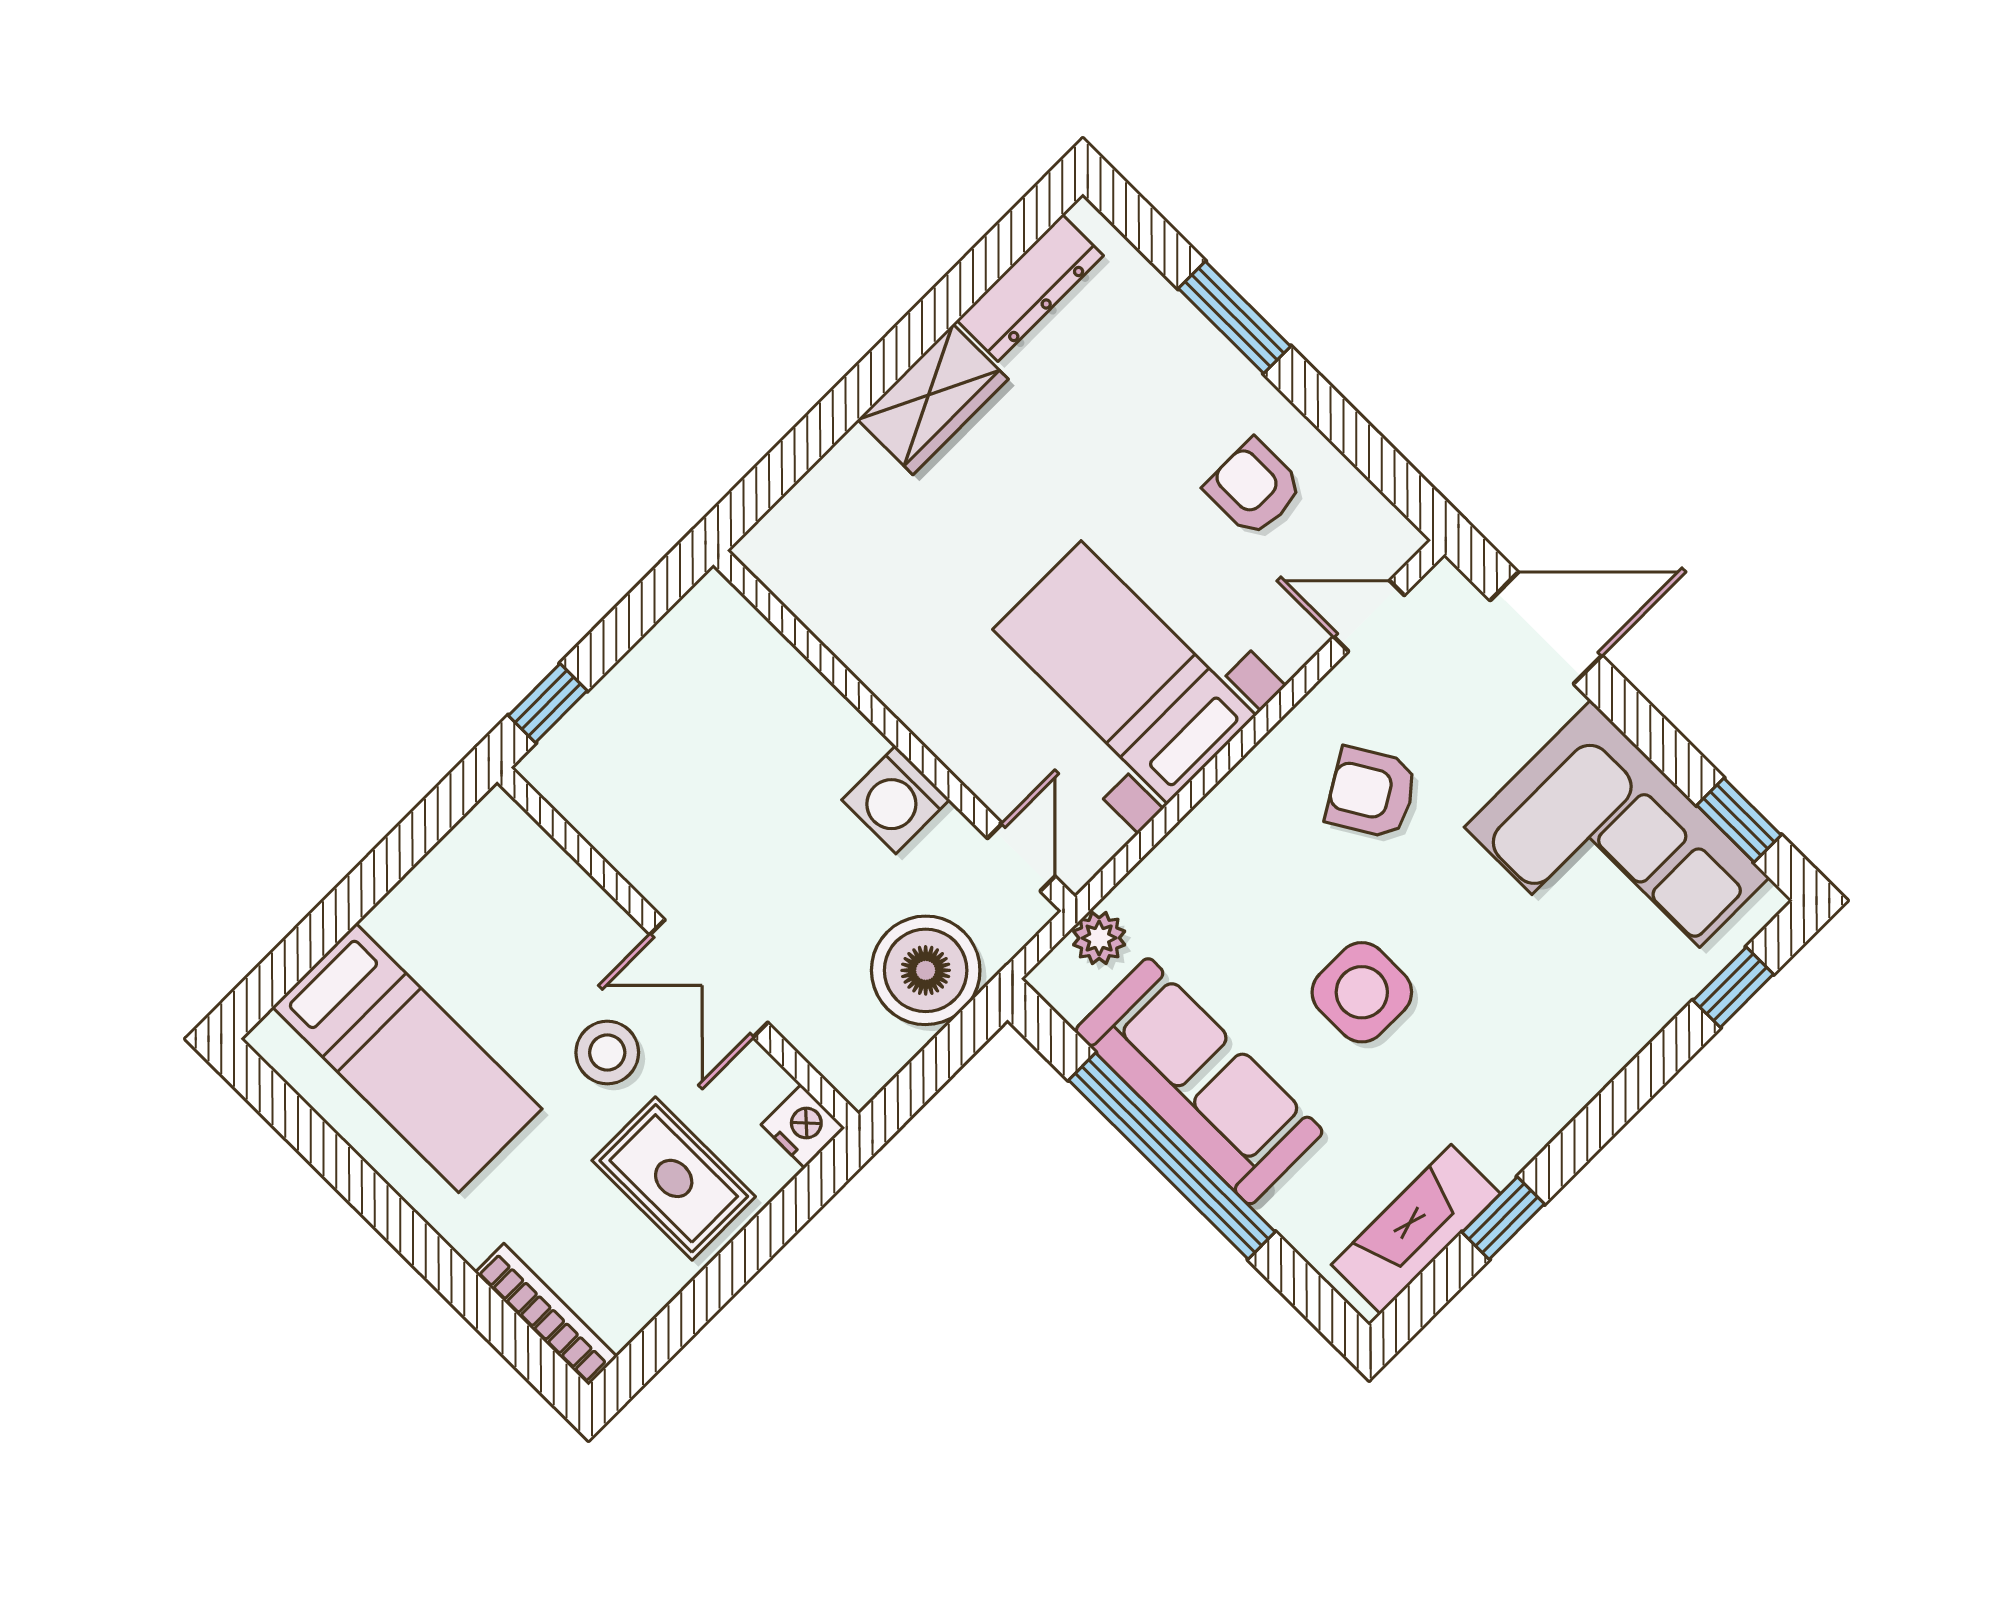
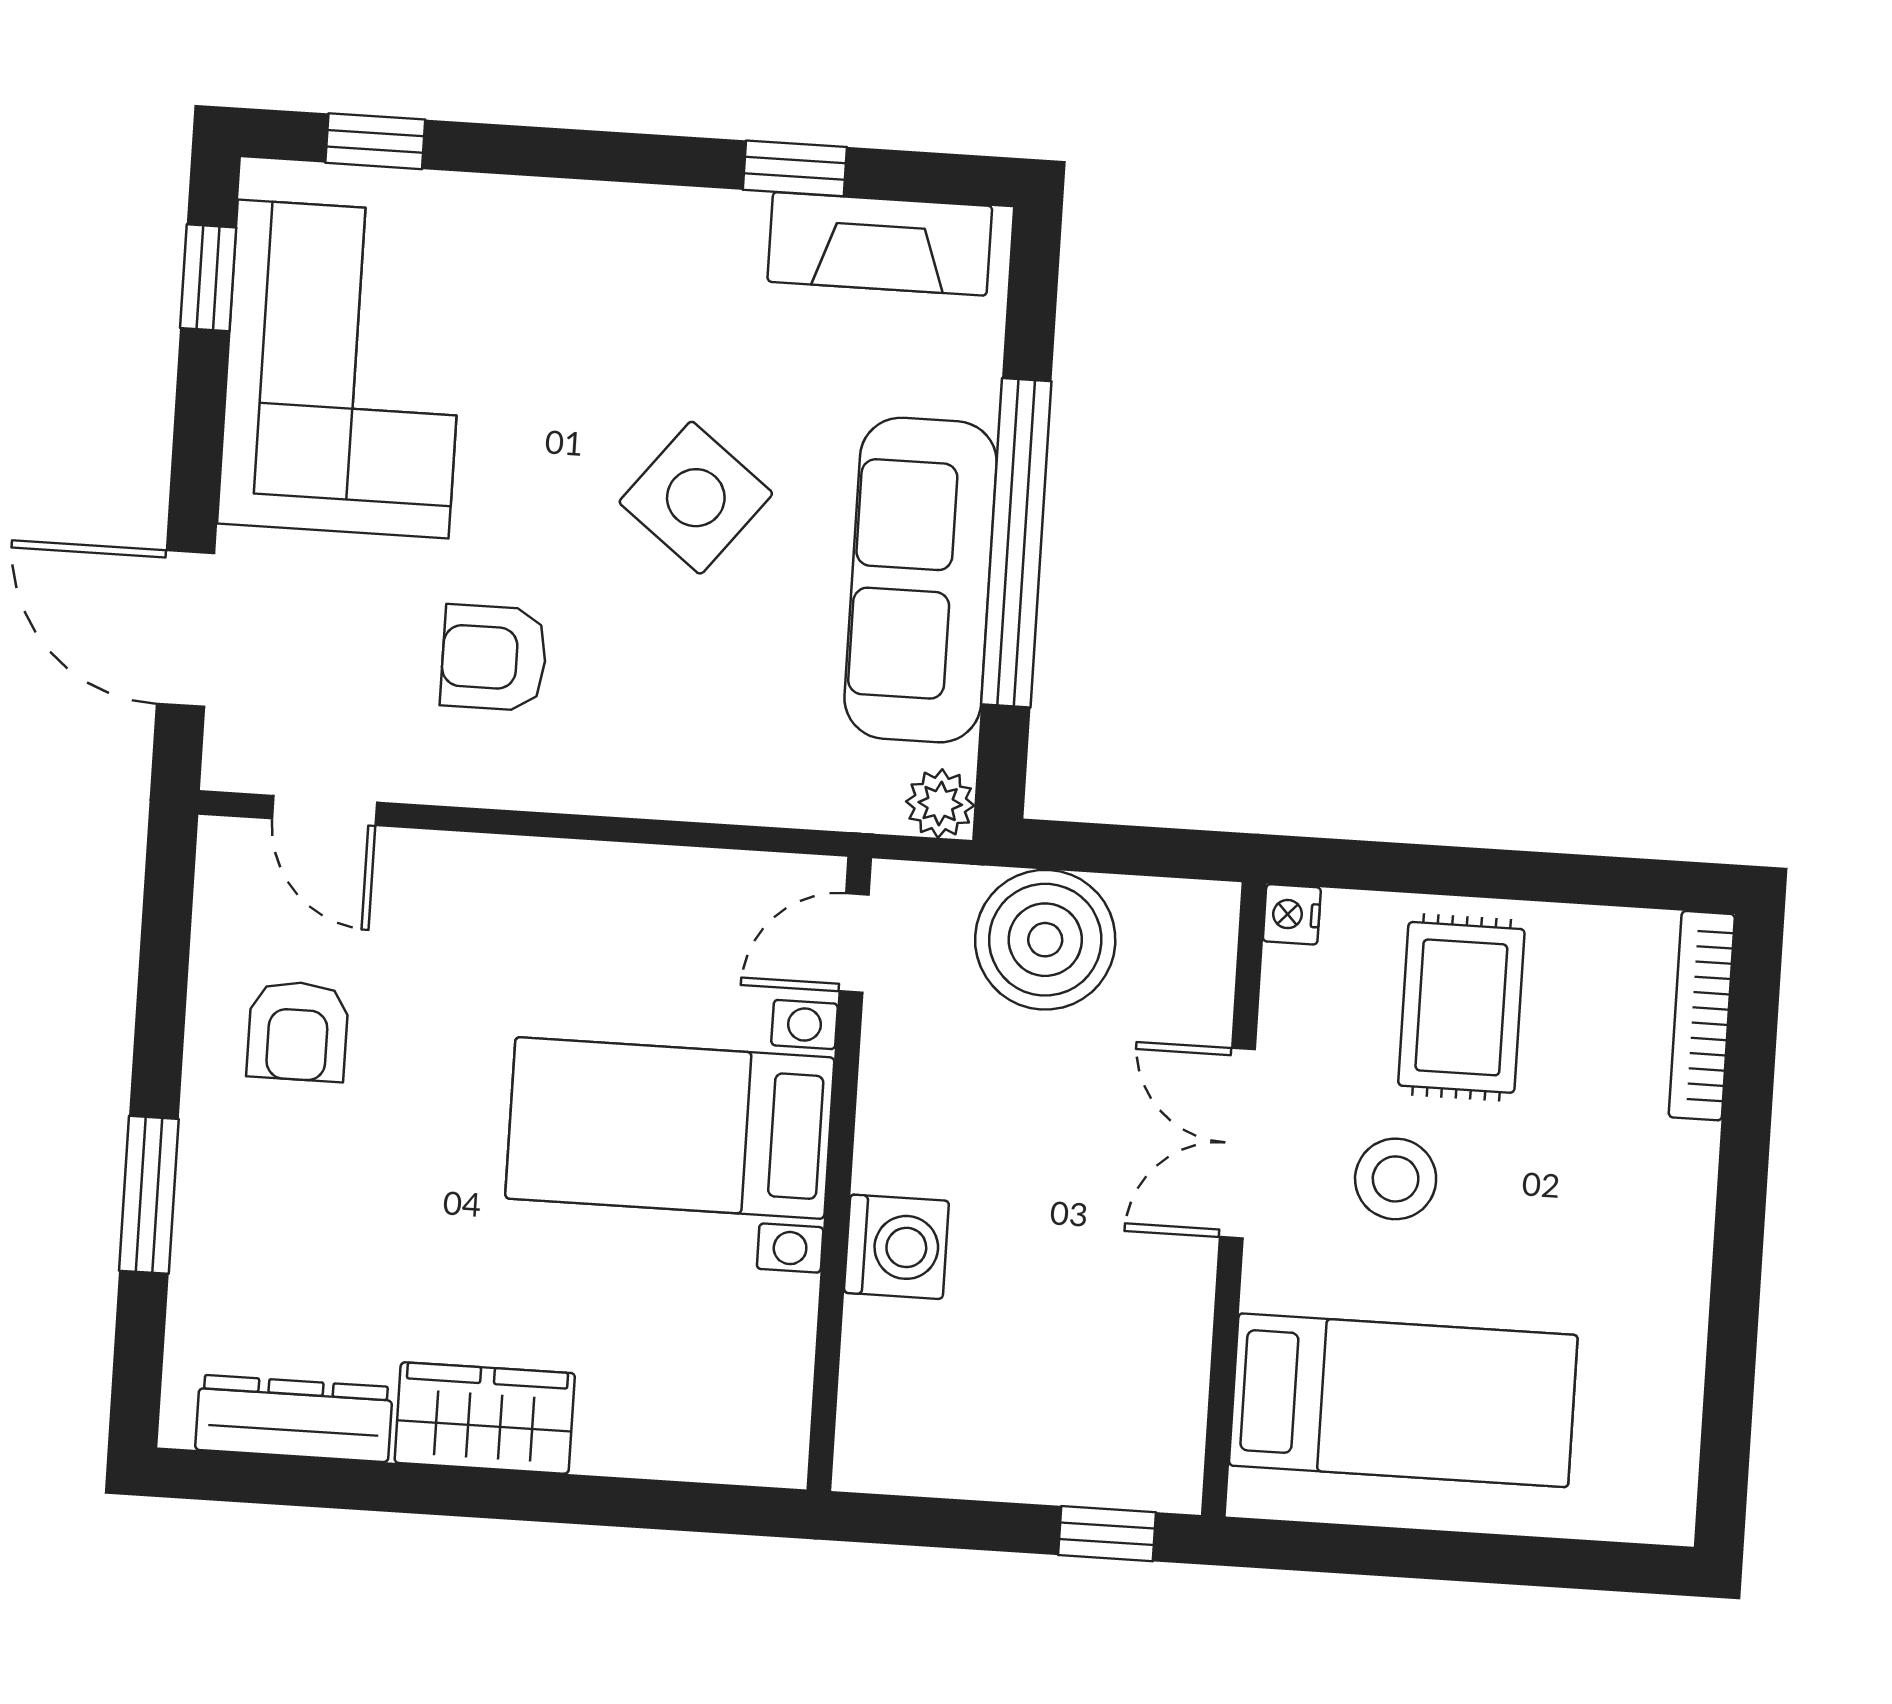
bed with nightstands: (1124, 672) -> (670, 1128), moved, turned 90
armchair: (1372, 793) -> (494, 658), turned 121
washing machine: (896, 800) -> (896, 1247), moved
plant: (1099, 938) -> (940, 804), moved
double door: (709, 978) -> (1237, 1143), swing flipped
side table: (1362, 992) -> (696, 498), turned 38
bed: (407, 1058) -> (1403, 1400), moved, turned 90
nightstand: (803, 1126) -> (1292, 914), width x0.72, depth x0.74

